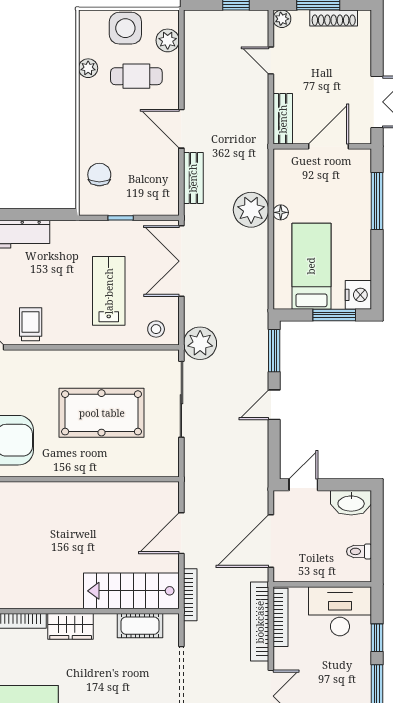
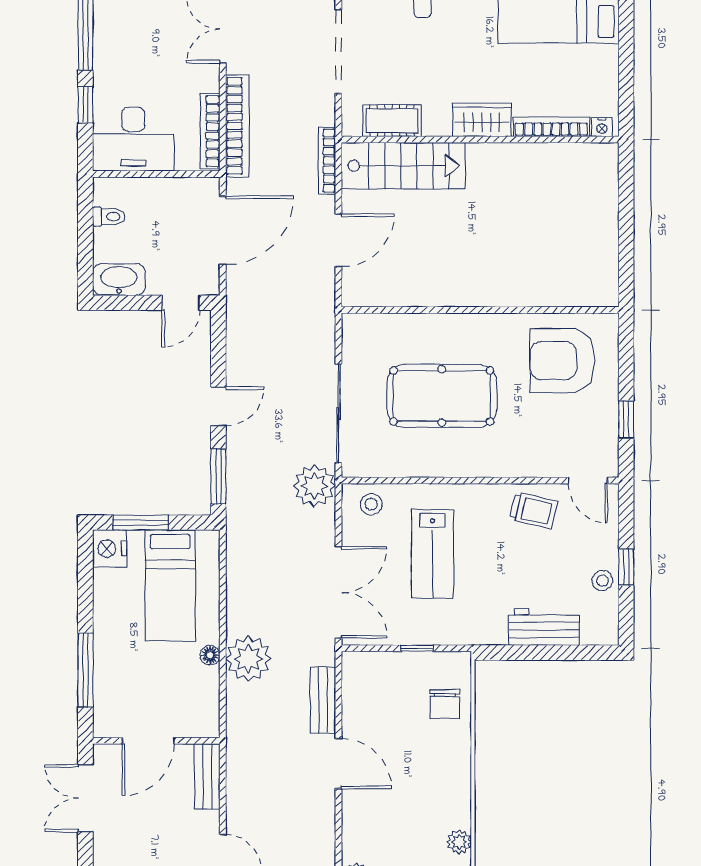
cafe table: (136, 76) -> (397, 832), removed
trolley: (31, 324) -> (534, 510), turned -77

